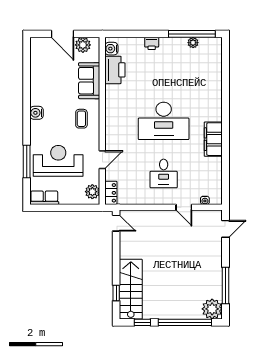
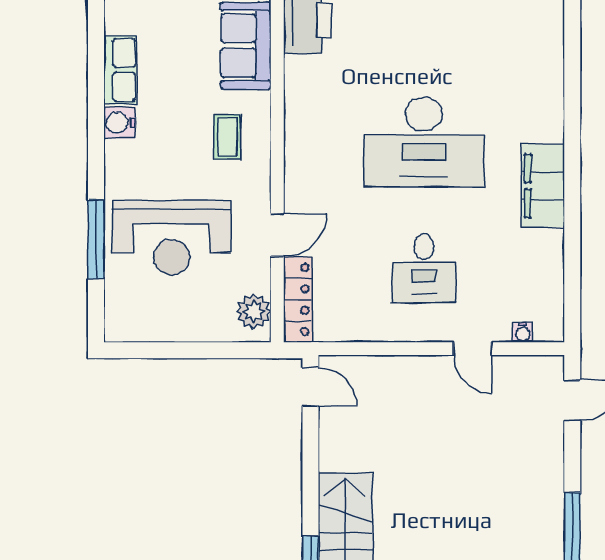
reception desk: (58, 161) -> (172, 238), turned 180
locker: (111, 193) -> (298, 300), width x1.53
row of seats: (44, 198) -> (120, 70), moved, turned 90

